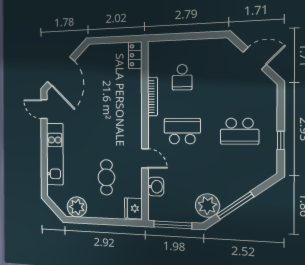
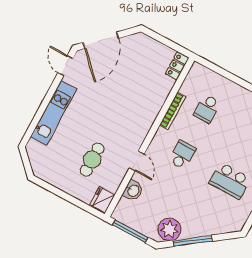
school desk: (182, 131) -> (182, 155), width x0.54
plant: (77, 207) -> (49, 172), removed

